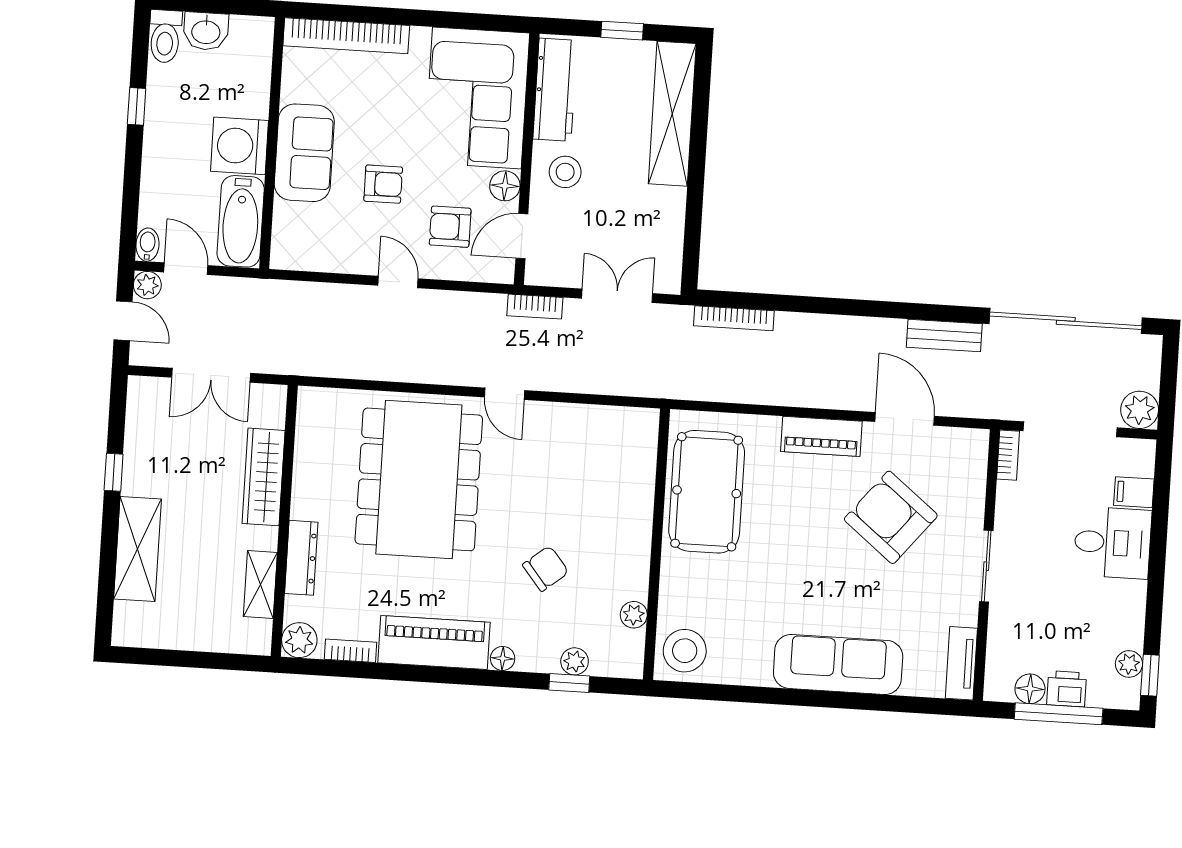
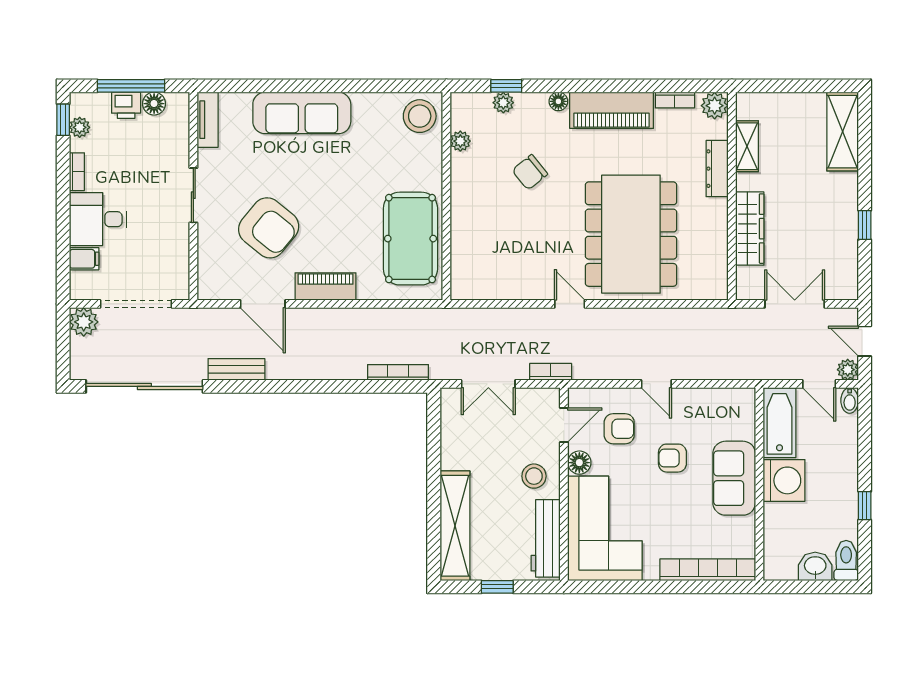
bookcase: (1008, 455) -> (77, 172), moved, turned 180
shelving: (138, 549) -> (843, 132), moved

